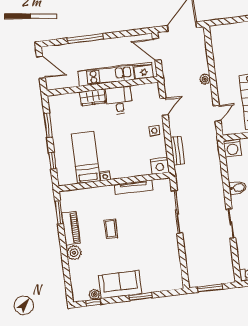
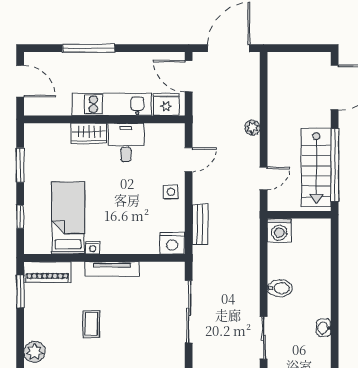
tv unit: (133, 187) -> (112, 269), moved
piano: (71, 228) -> (47, 272), moved, turned 90

